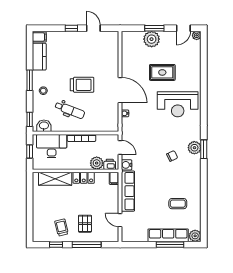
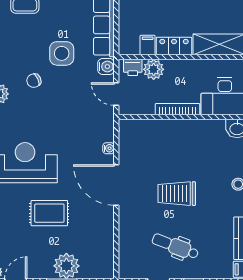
dental chair: (70, 110) -> (175, 246), moved
side table: (155, 173) -> (62, 53), added
filing cabinet: (114, 178) -> (148, 45), moved

